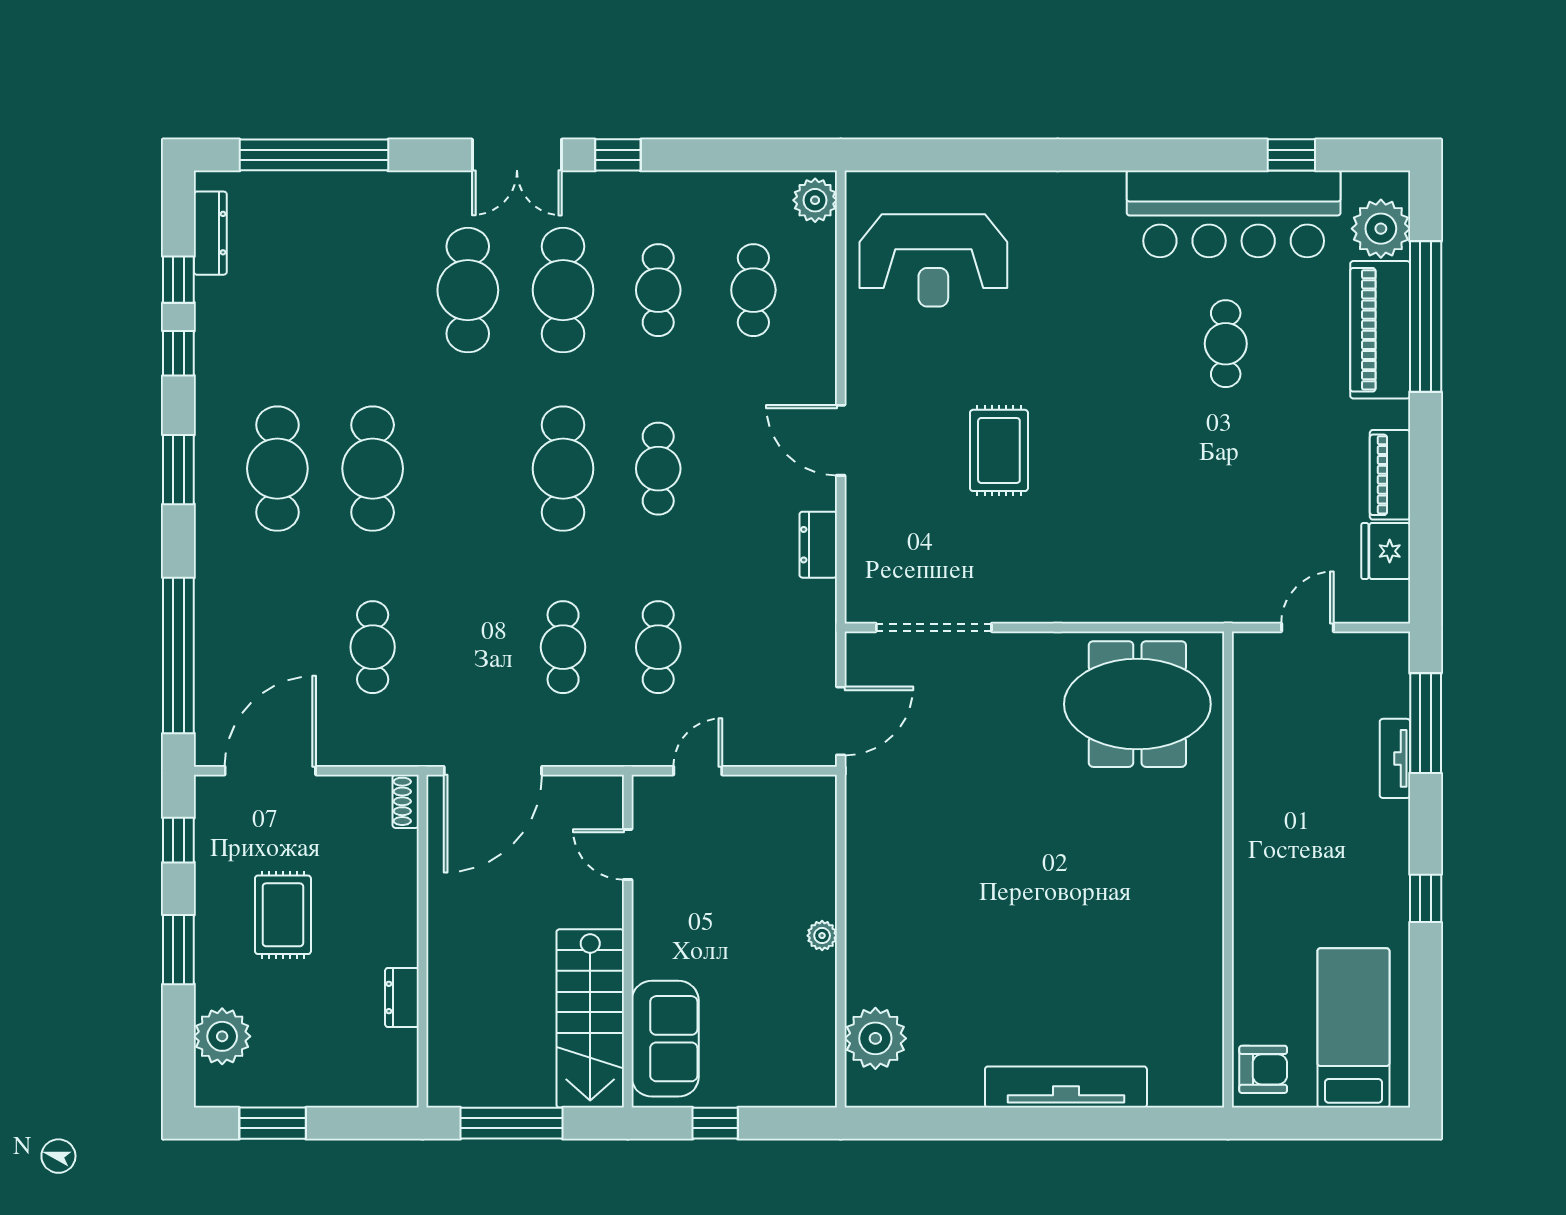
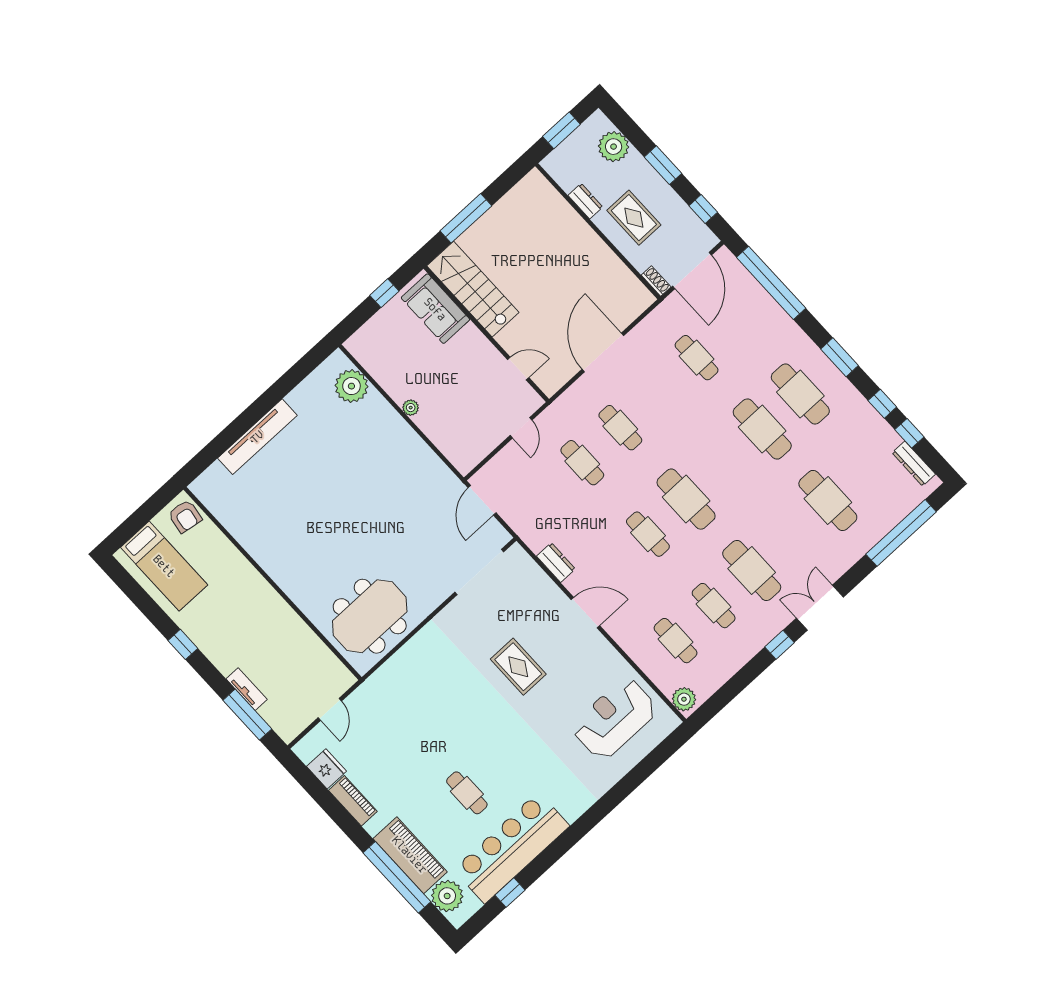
cafe table: (468, 290) -> (828, 500), moved
shoe rack: (406, 801) -> (656, 281), moved
wall: (422, 941) -> (598, 231), moved
dresser: (402, 997) -> (585, 201), moved
armchair: (1263, 1069) -> (185, 516), turned -81

